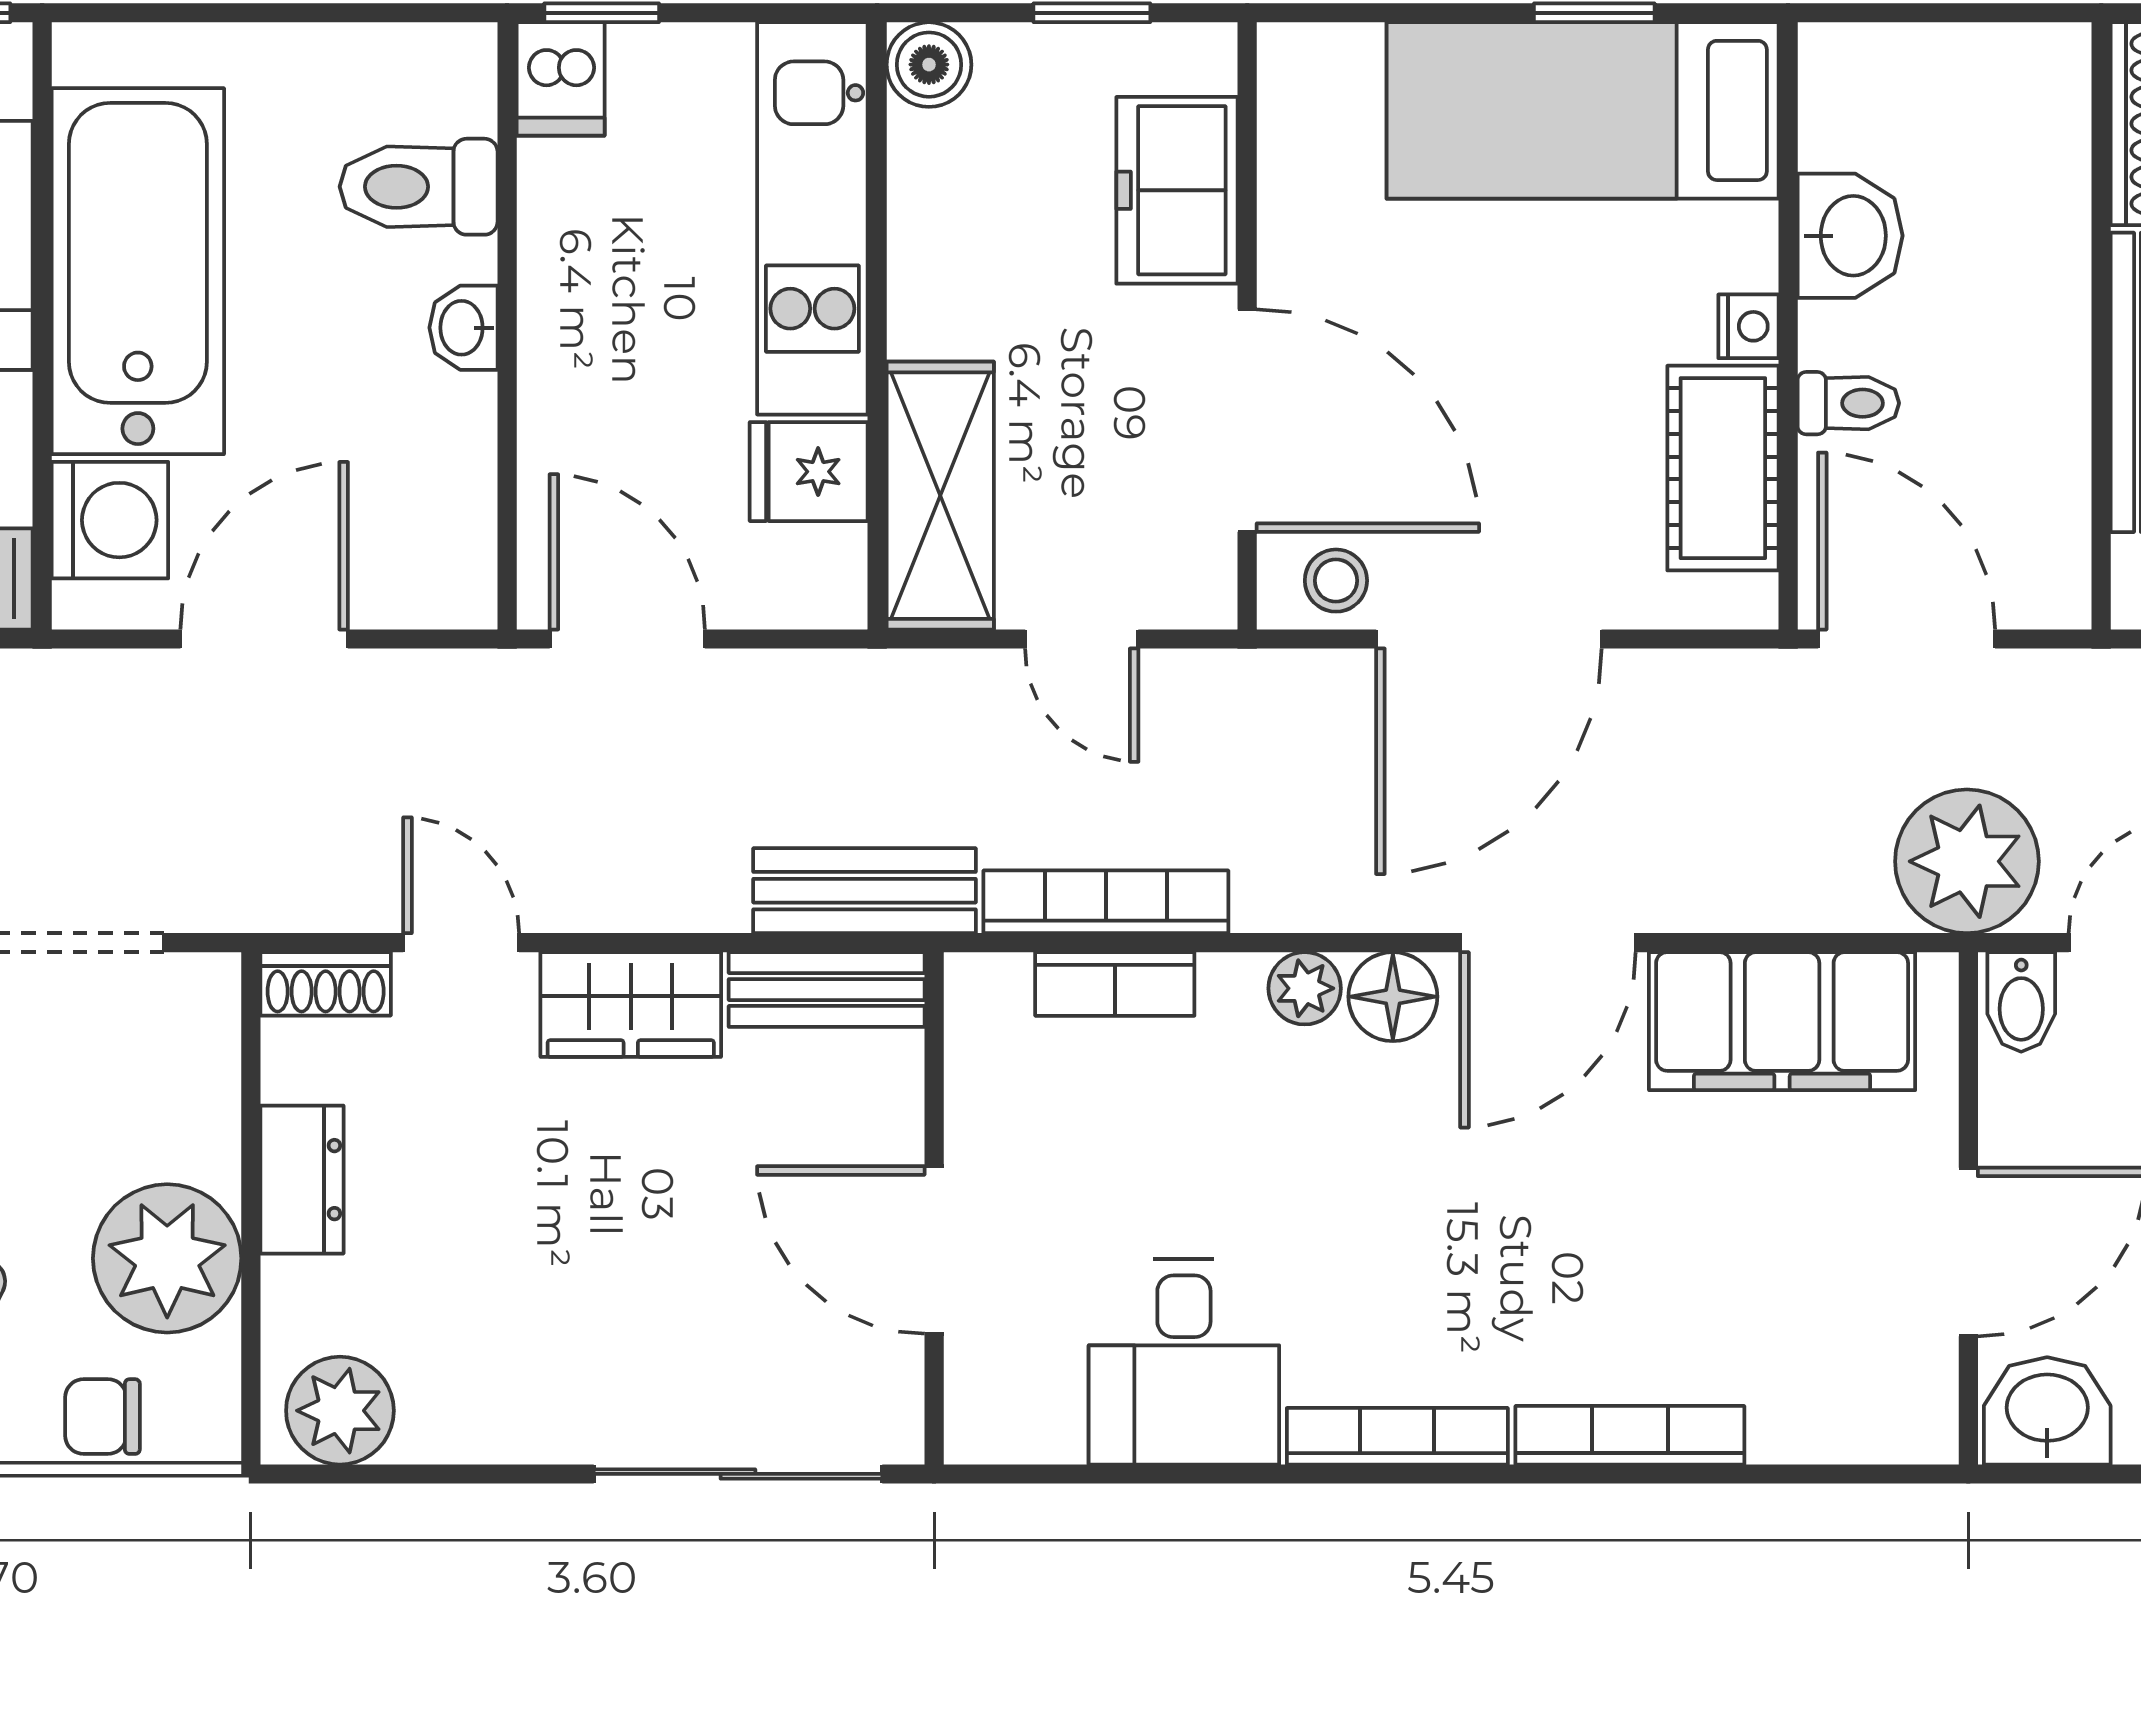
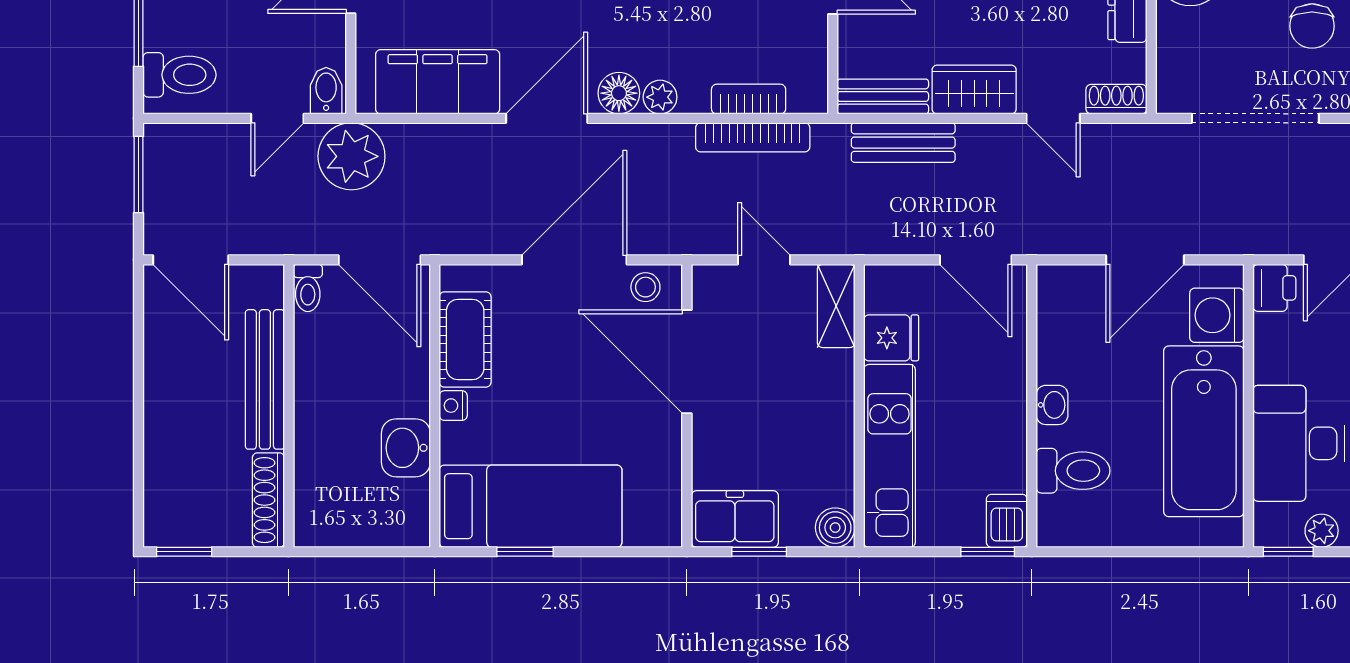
freezer: (1177, 190) -> (735, 519), moved, turned -90
toilet: (1848, 403) -> (308, 288), moved, turned -90
shelving: (940, 496) -> (836, 306), width x0.67, depth x0.75
bench: (864, 891) -> (903, 143), moved

